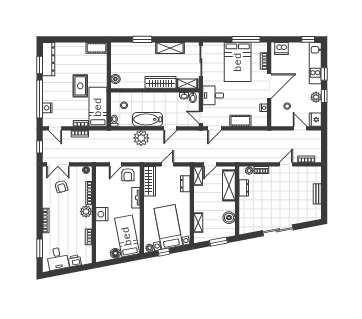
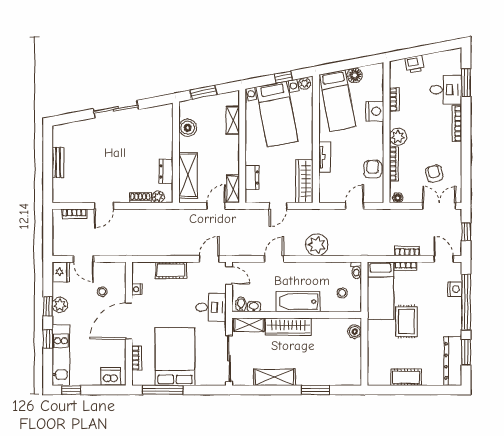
cot: (96, 48) -> (406, 377), moved
bathtub: (148, 119) -> (298, 302), moved, turned 180
armchair: (128, 175) -> (373, 169), moved
nightstand: (102, 214) -> (375, 111), moved
desk: (58, 259) -> (446, 90), moved, turned 101

